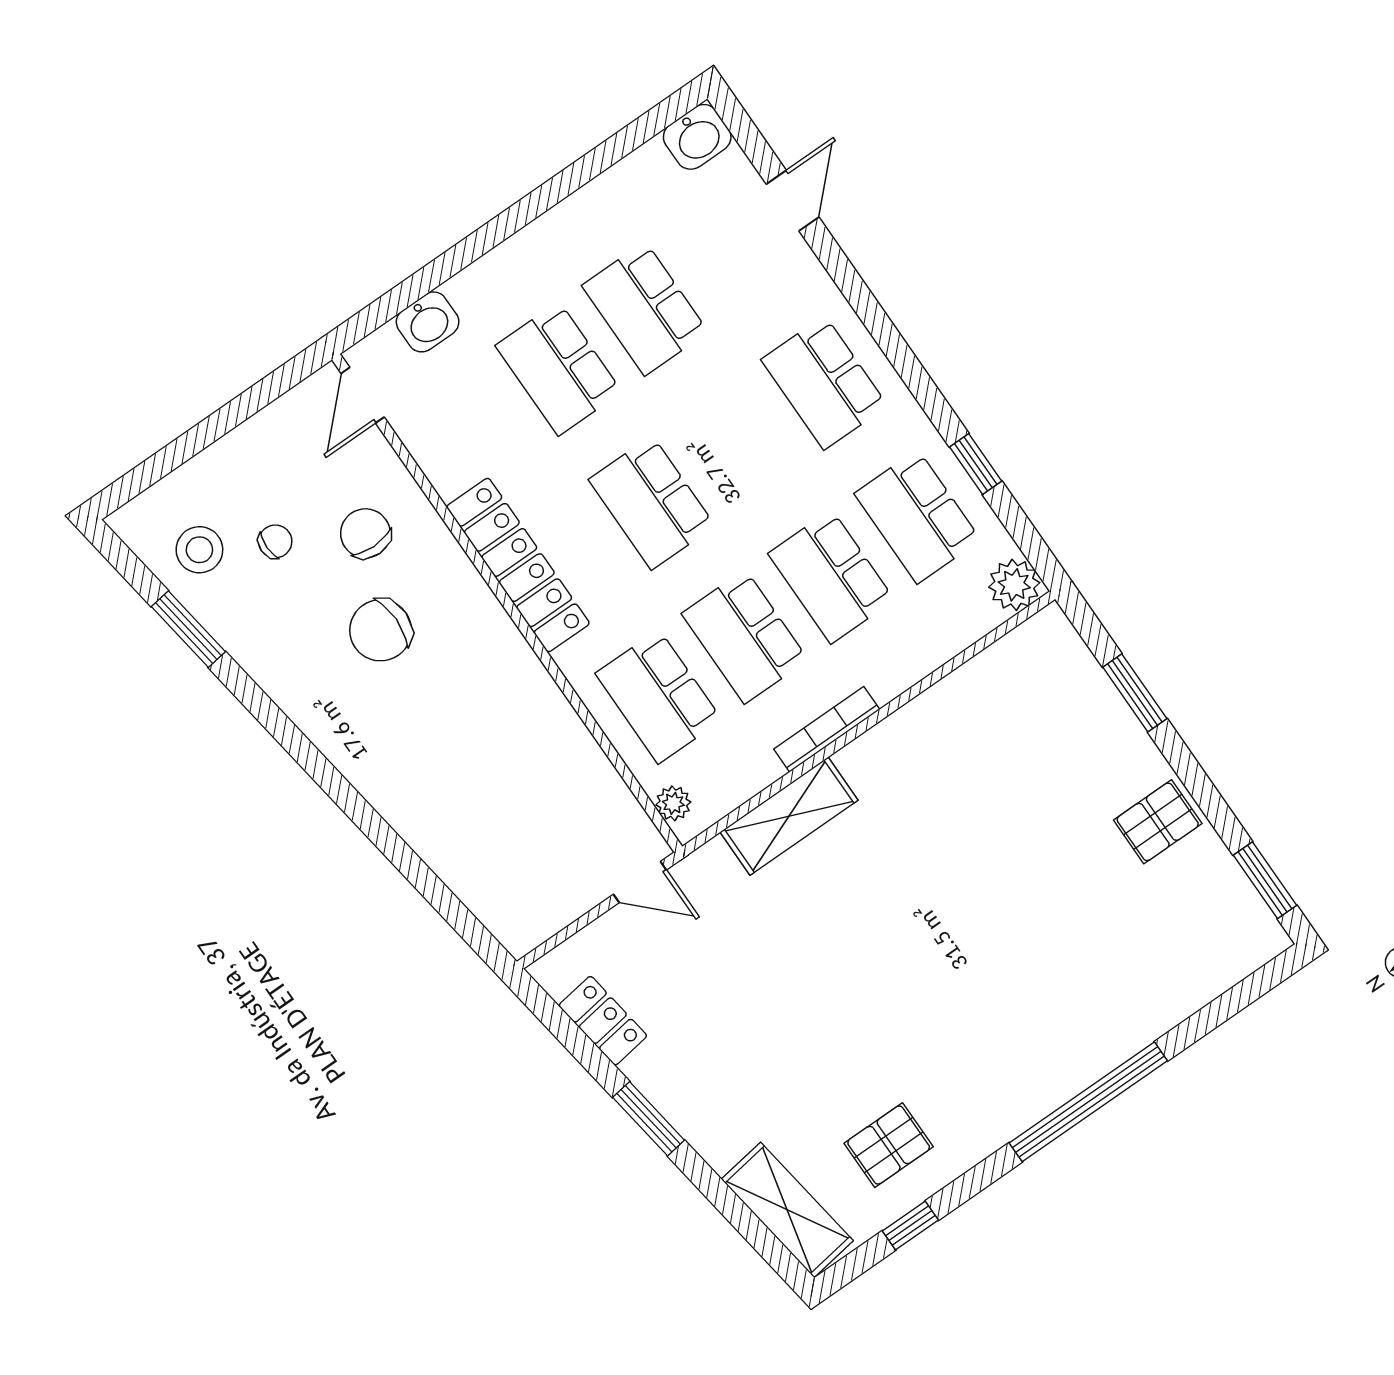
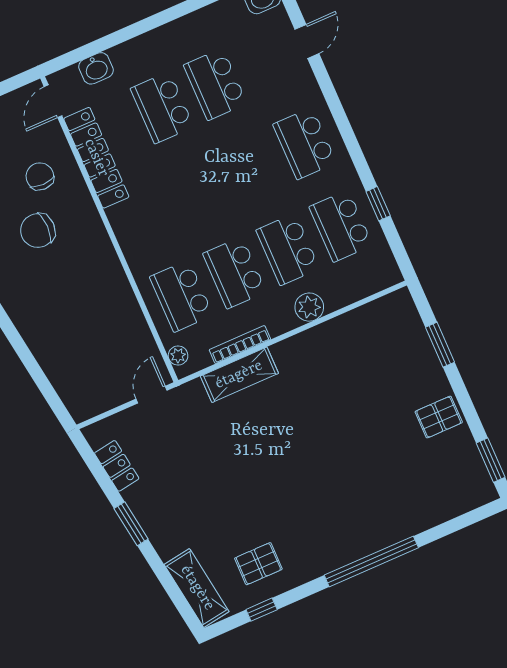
school desk: (652, 503) -> (198, 190), removed
locker: (518, 565) -> (96, 158), moved
plant: (1014, 585) -> (309, 307), moved
bookcase: (827, 729) -> (240, 345), moved
door: (640, 882) -> (152, 395), swing flipped

